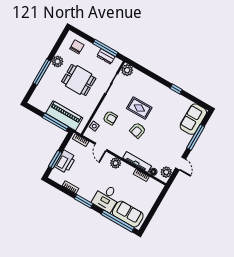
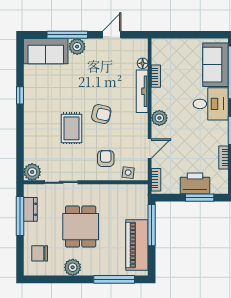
window: (42, 72) -> (114, 279), moved
piano: (64, 116) -> (137, 245), moved
plant: (166, 172) -> (77, 47), moved

